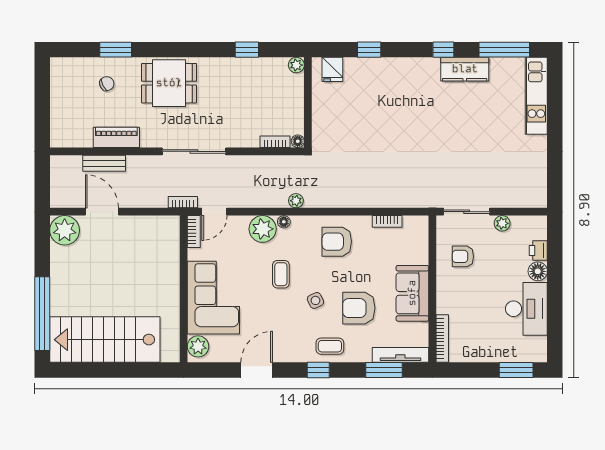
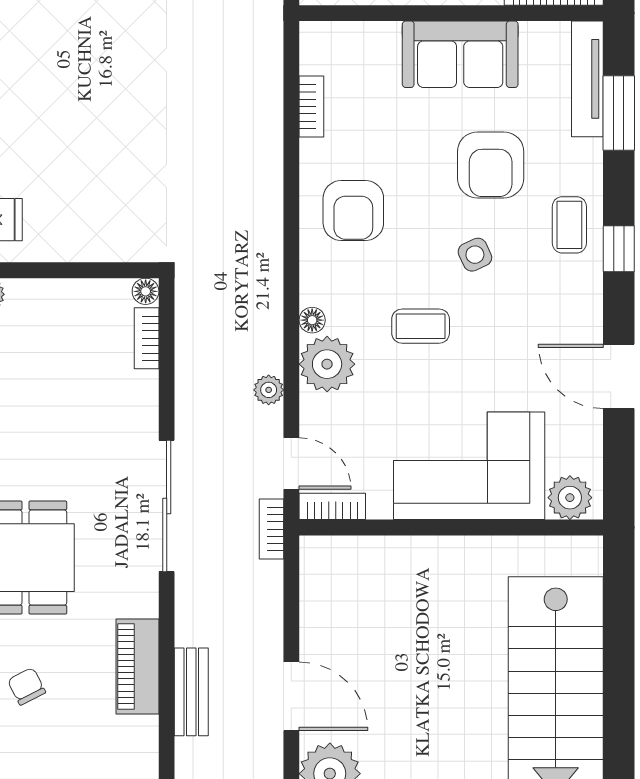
plant: (296, 201) -> (269, 390), moved
door: (102, 212) -> (291, 696), swing flipped

